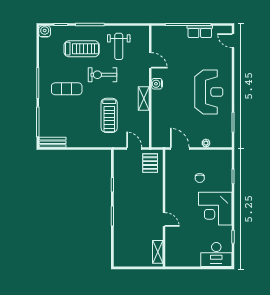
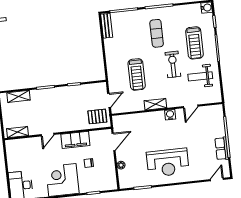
treadmill: (109, 115) -> (137, 74), turned -90
filing cabinet: (173, 190) -> (75, 140), added
shelving: (119, 247) -> (18, 96), added

